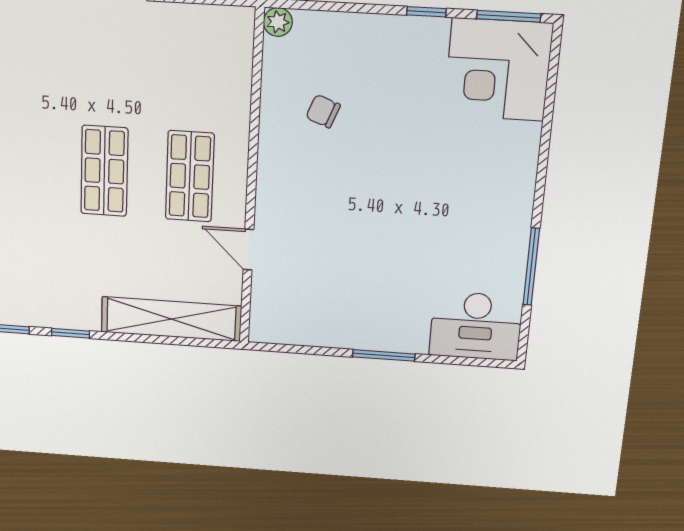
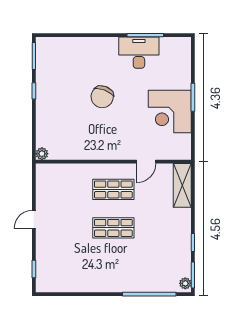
corner desk: (498, 70) -> (170, 112), moved, turned 90
chair: (323, 111) -> (102, 97), moved, width x1.87, depth x1.87
shelving: (171, 319) -> (182, 185), width x0.68
desk: (476, 326) -> (139, 53), moved, turned -90

